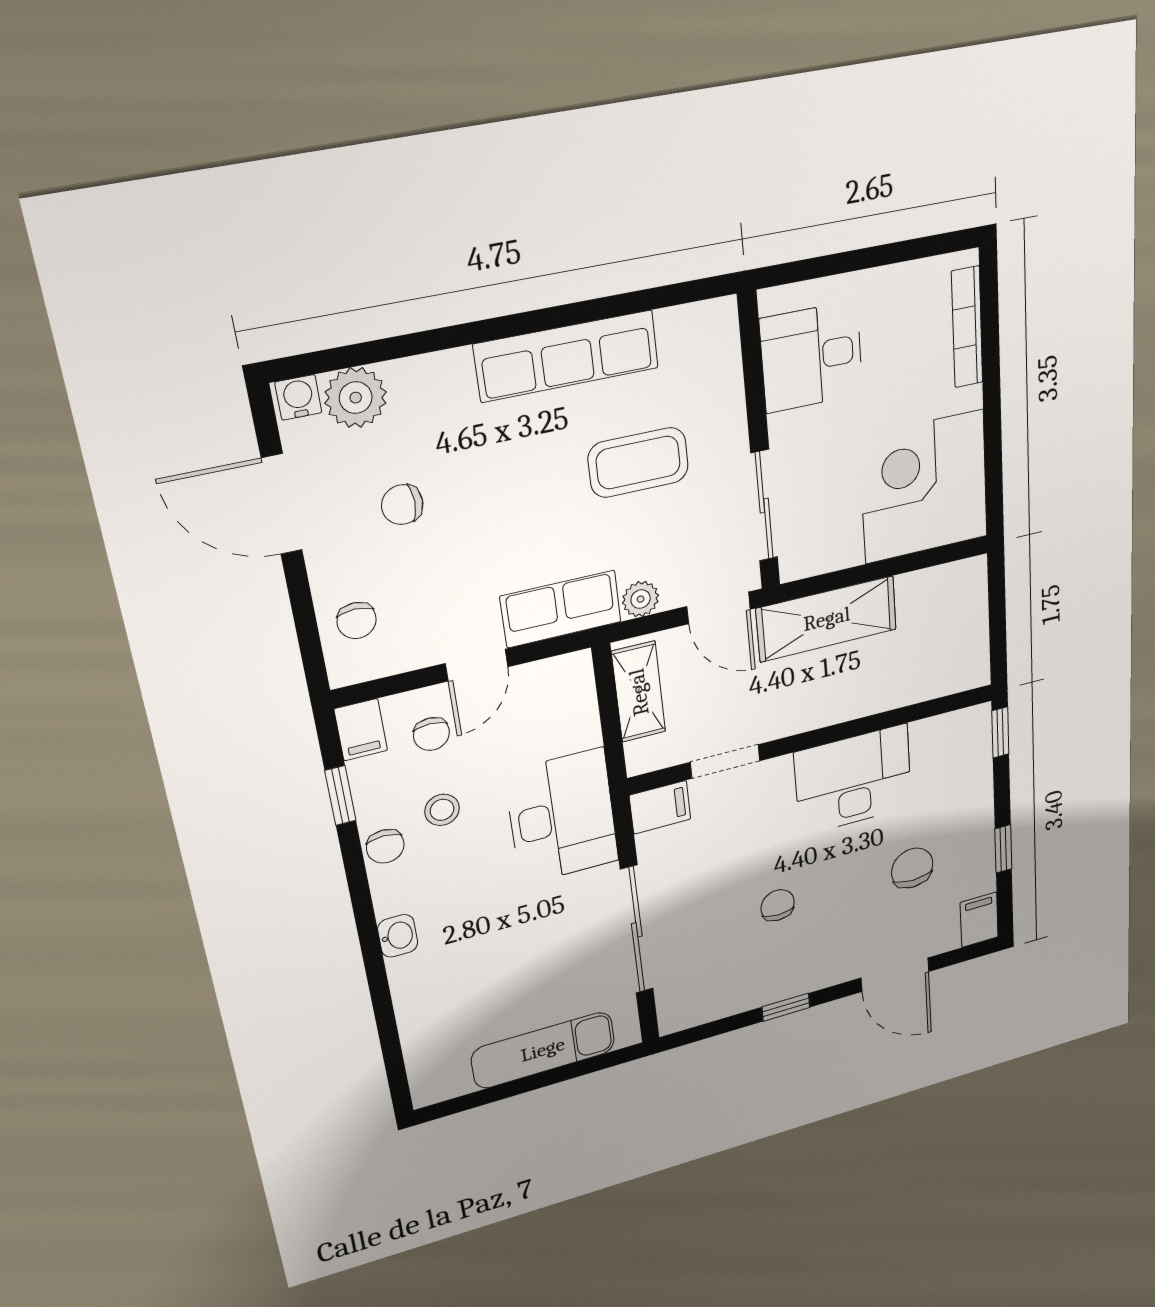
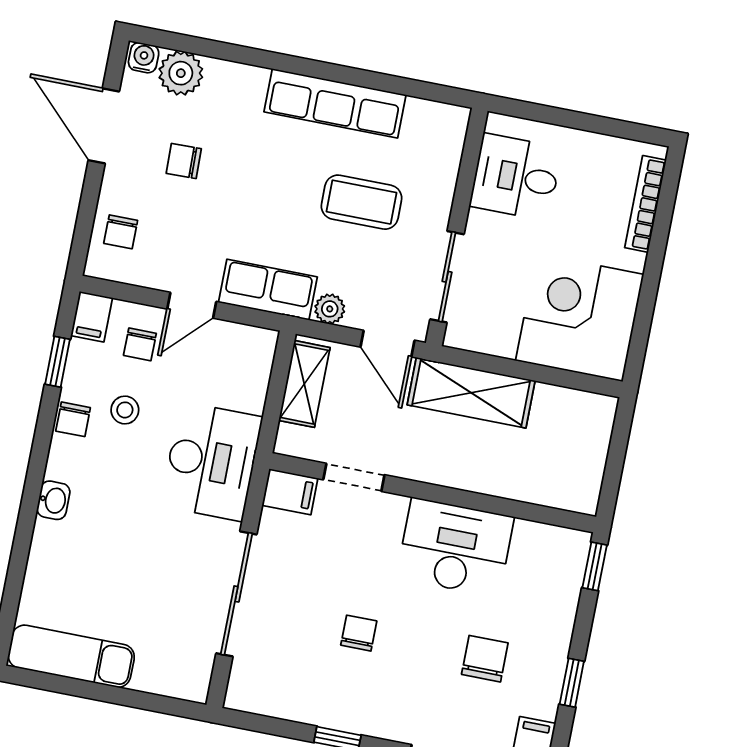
exam couch: (543, 1050) -> (71, 656), moved

